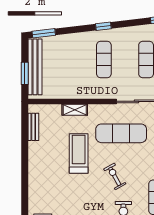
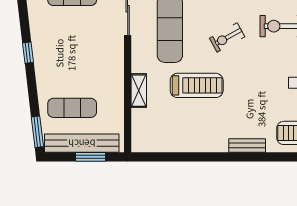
exercise mat: (104, 60) -> (72, 108), moved
bench: (33, 127) -> (247, 145), moved
treadmill: (79, 153) -> (197, 85), turned 180

